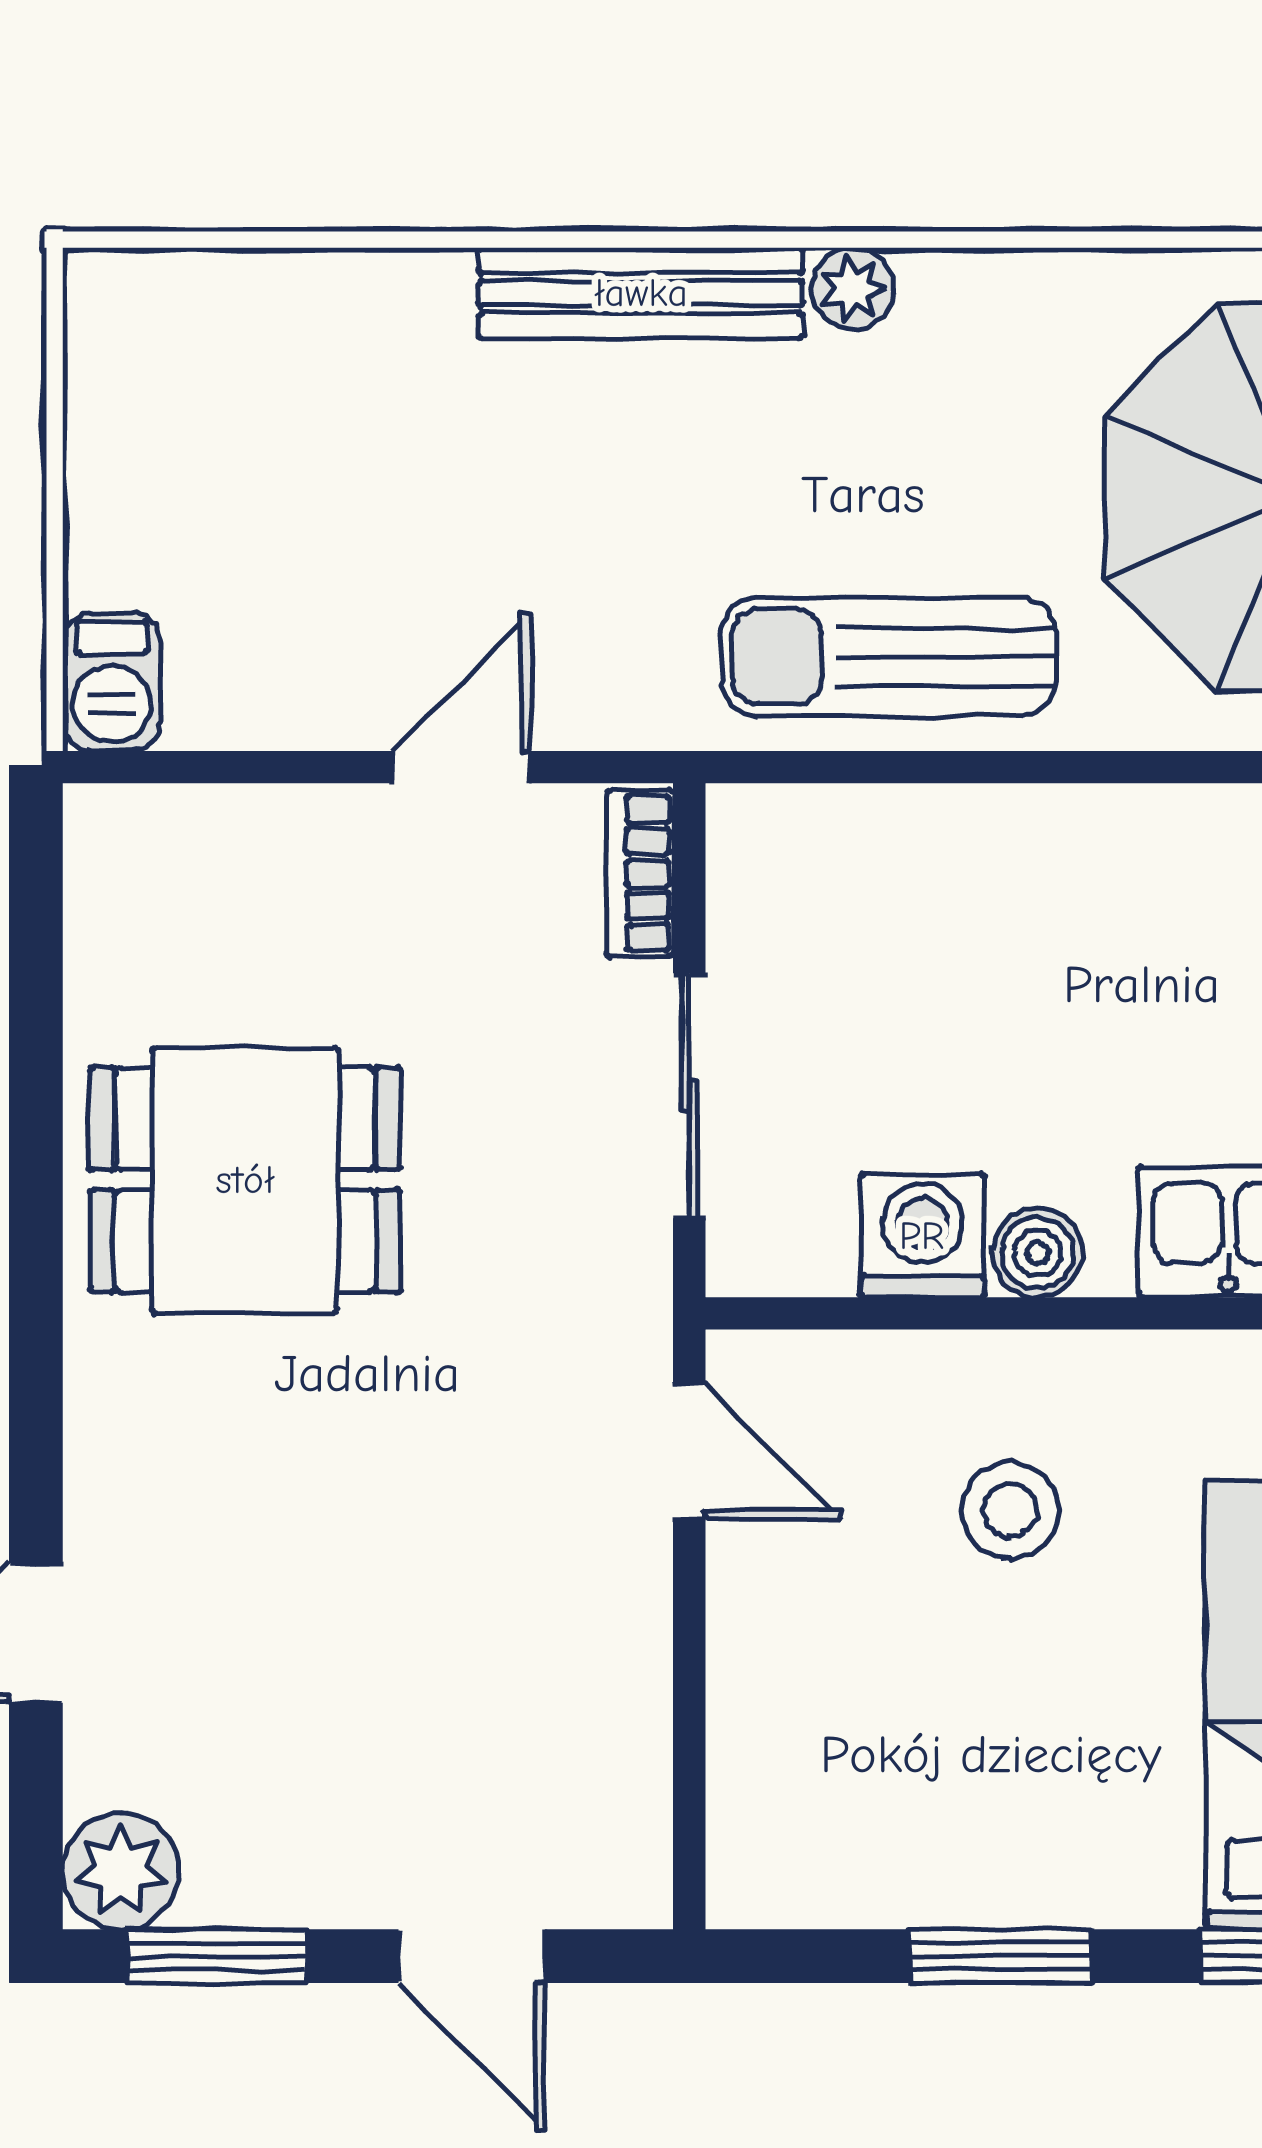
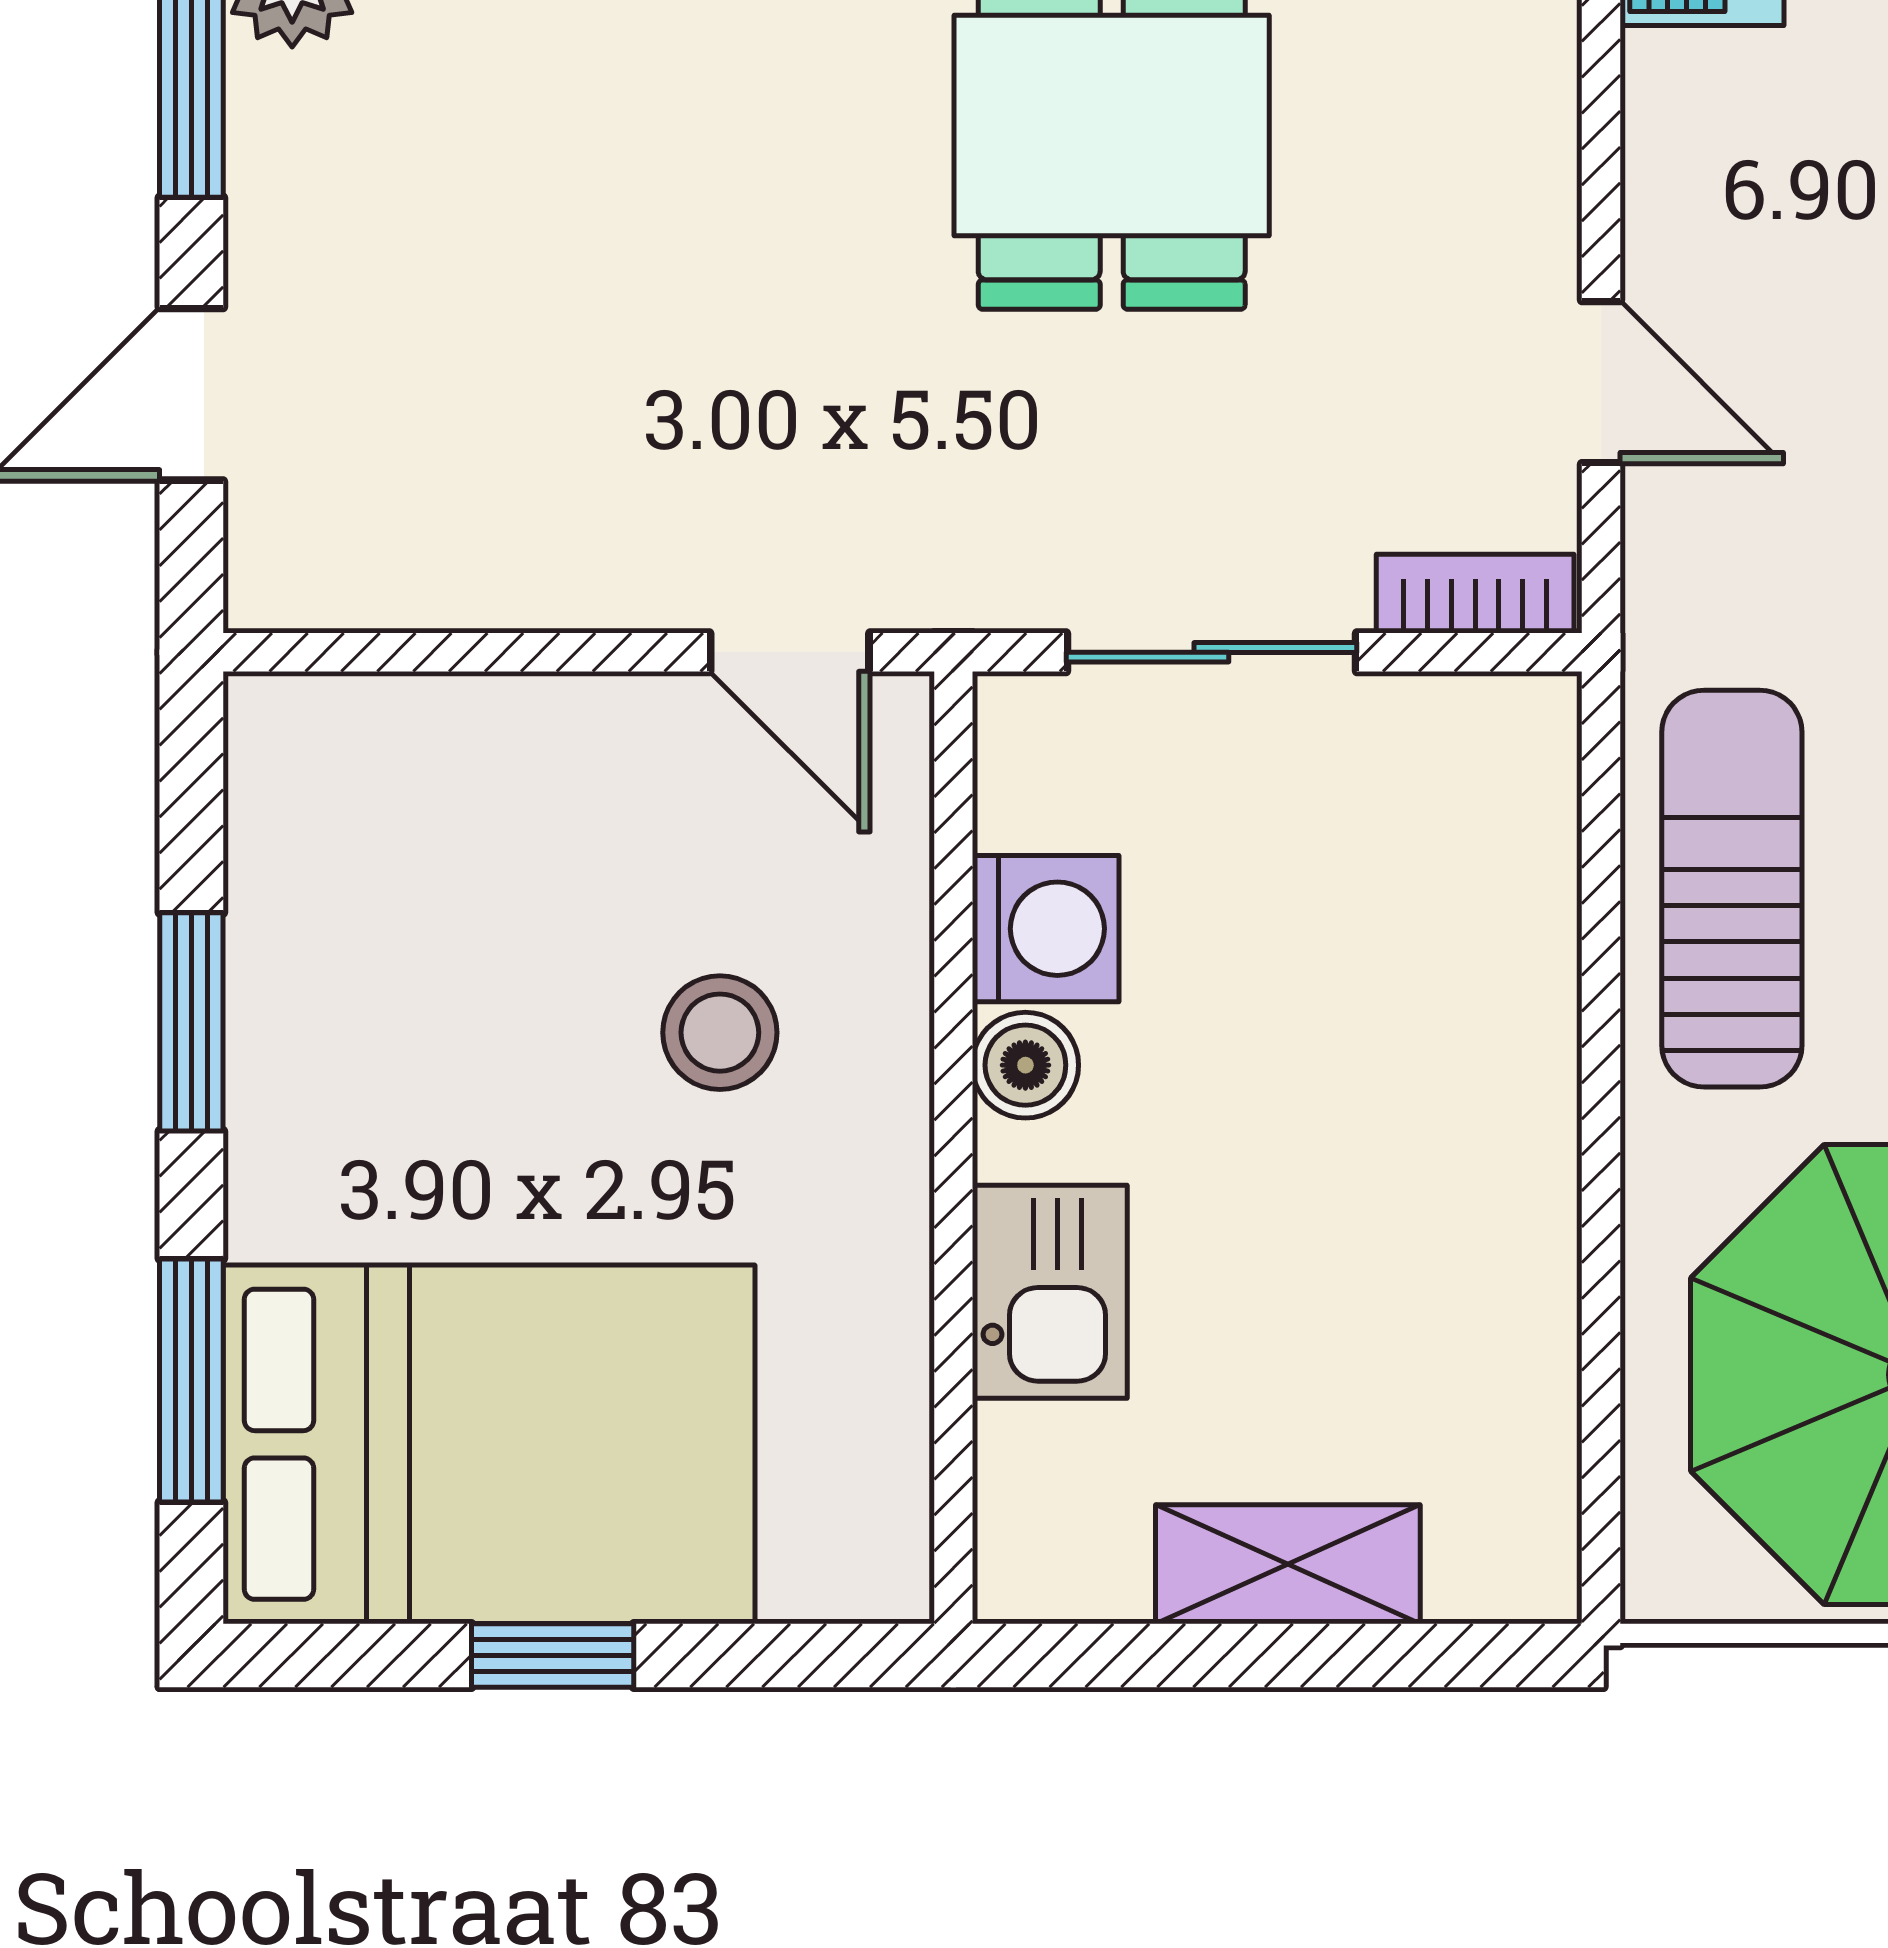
door: (689, 1451) -> (790, 652), hinge flipped

